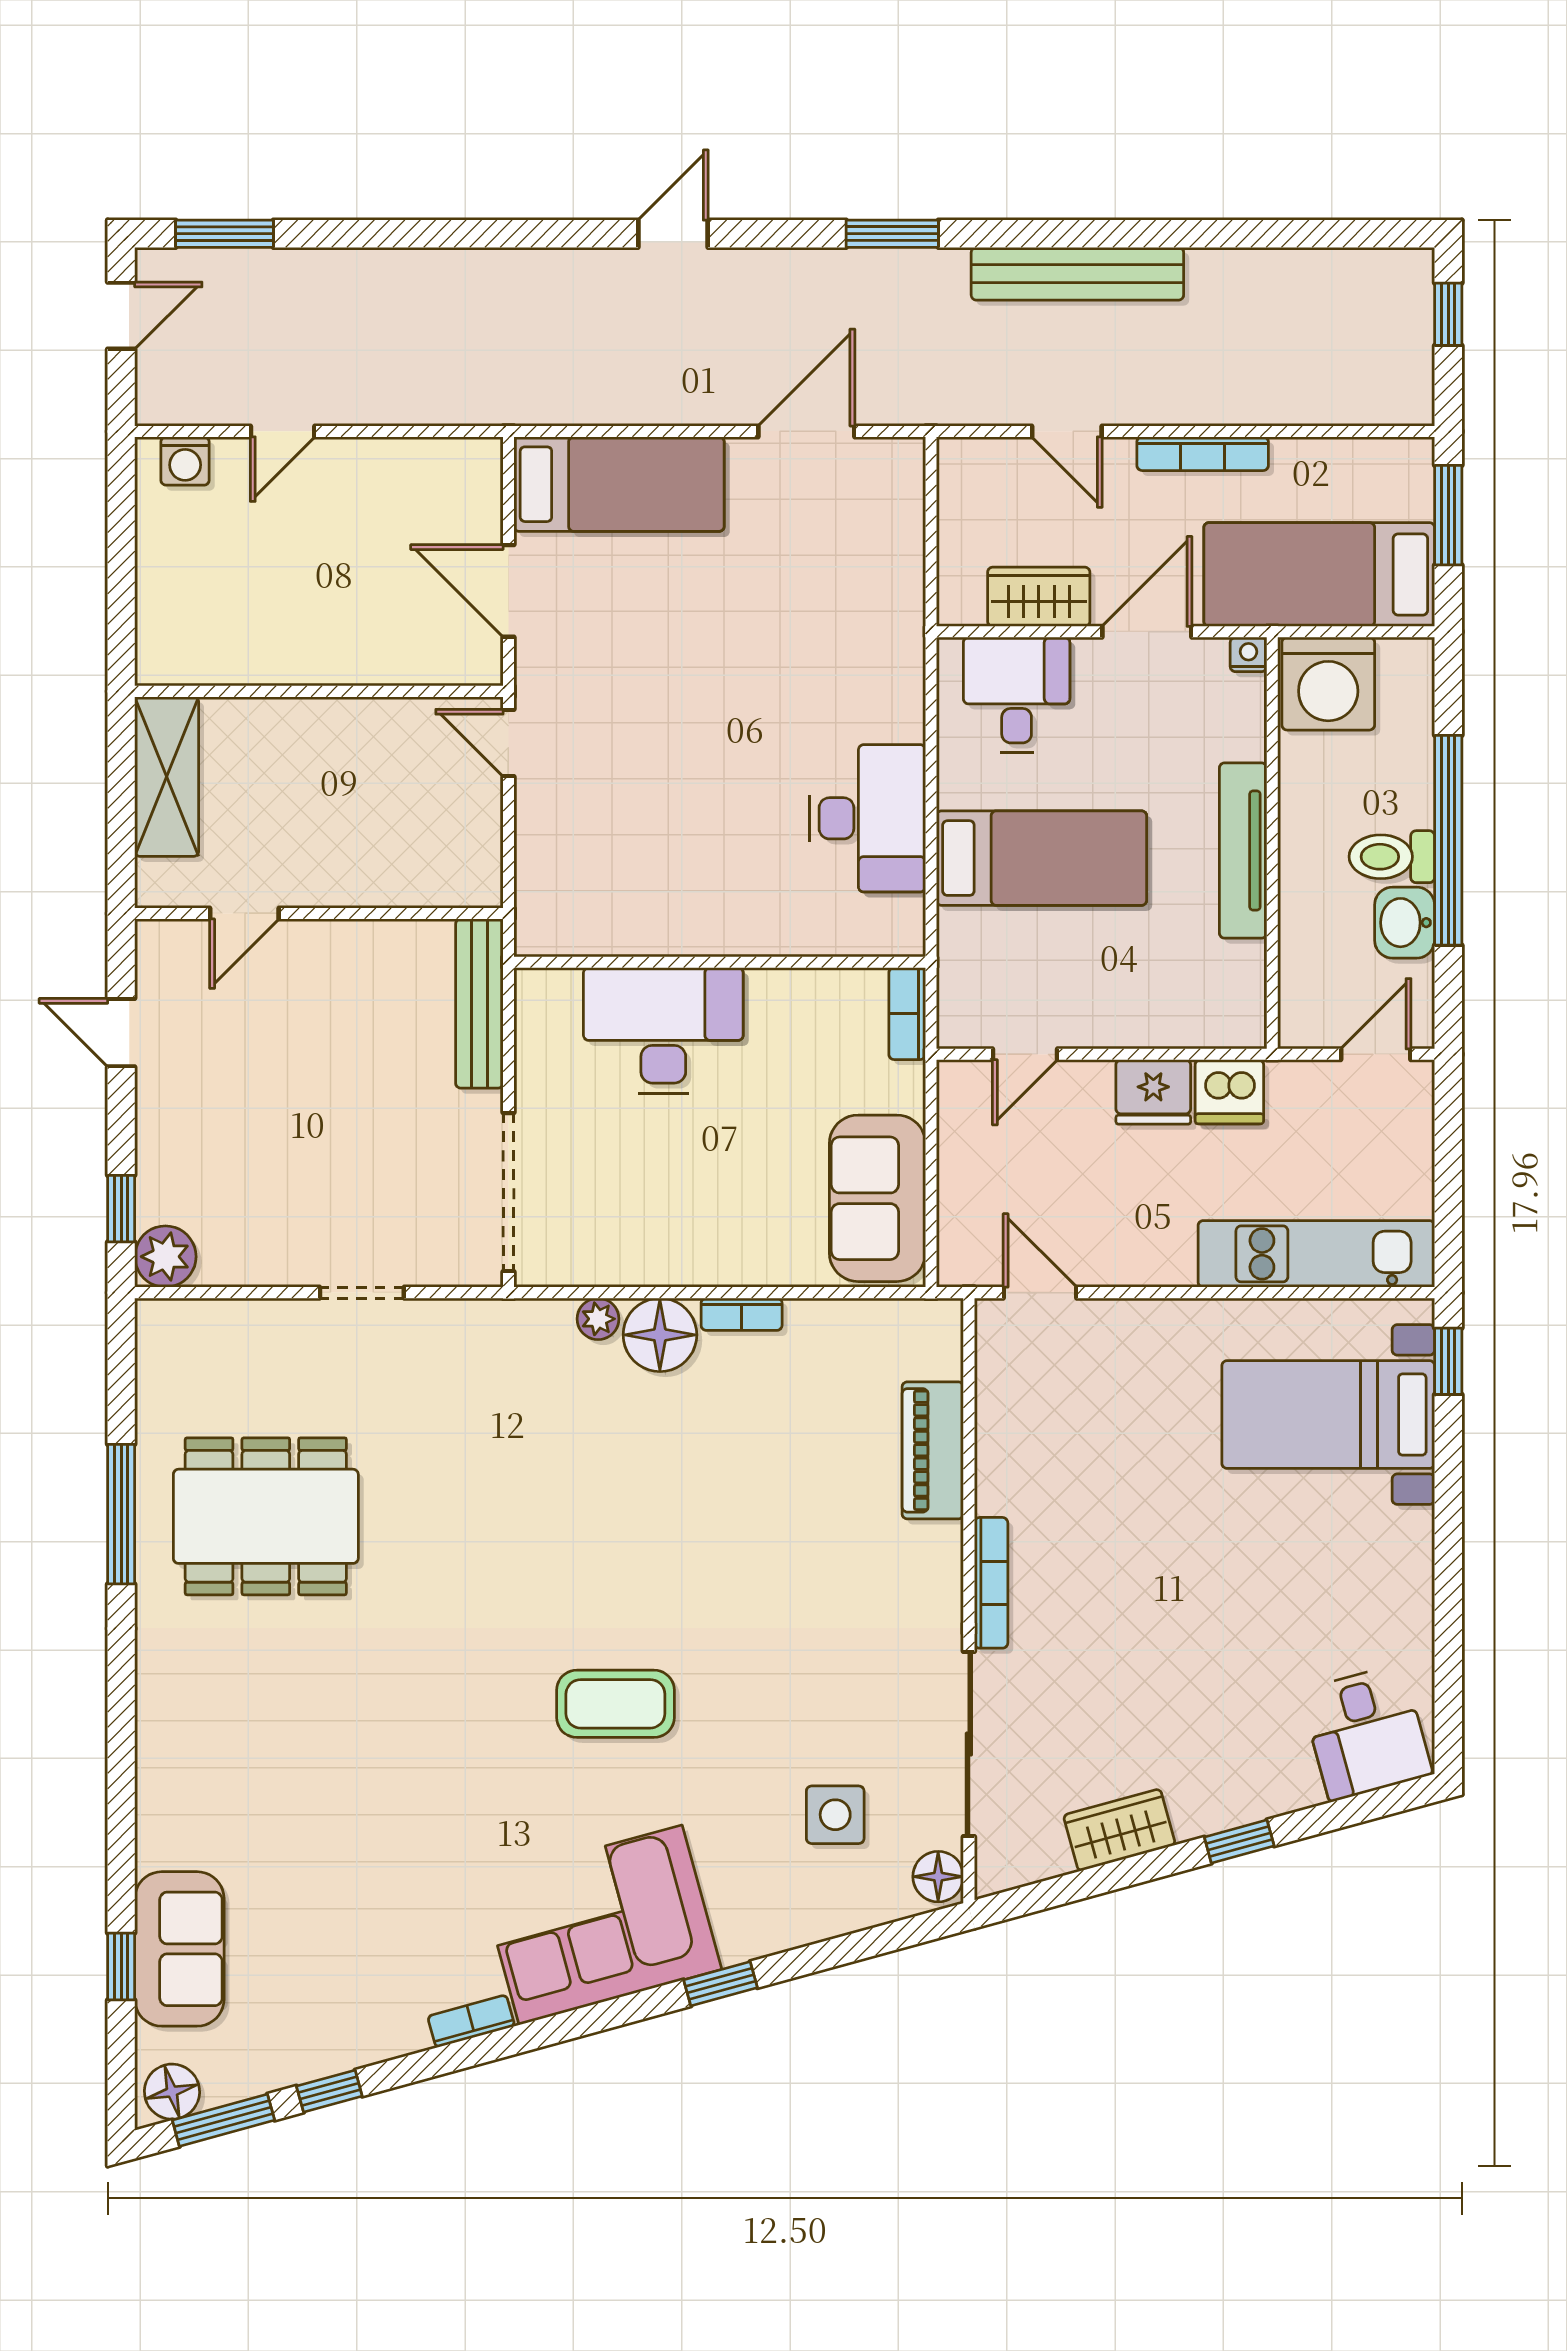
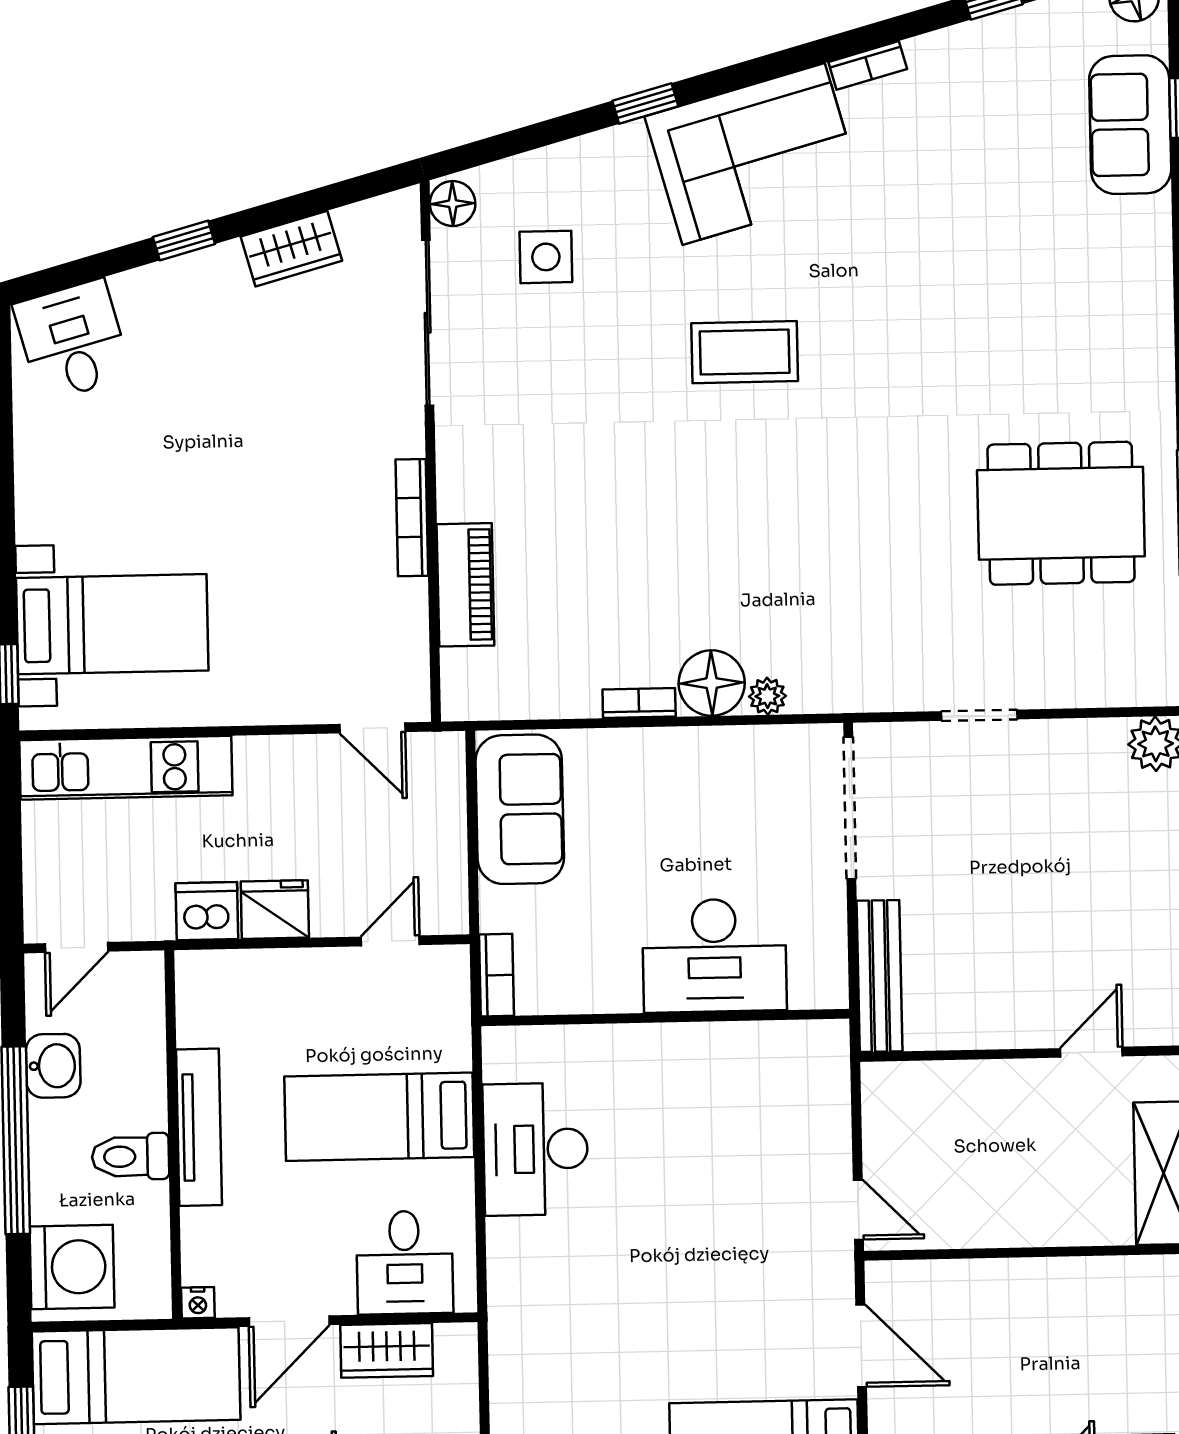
washing machine: (1328, 684) -> (72, 1267), moved, turned 90
toilet: (1392, 857) -> (130, 1157), moved, turned 180
bookcase: (991, 1583) -> (412, 518), moved

